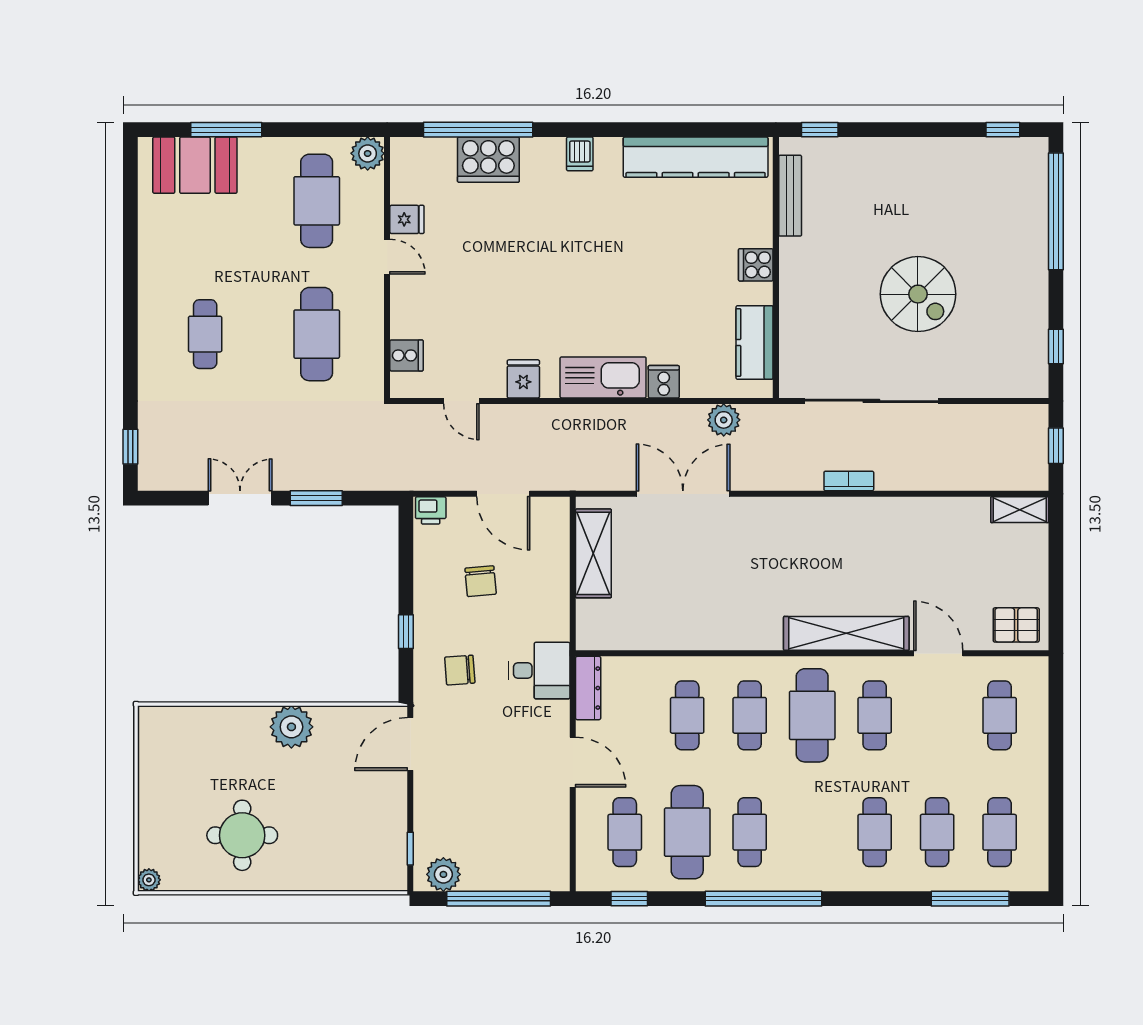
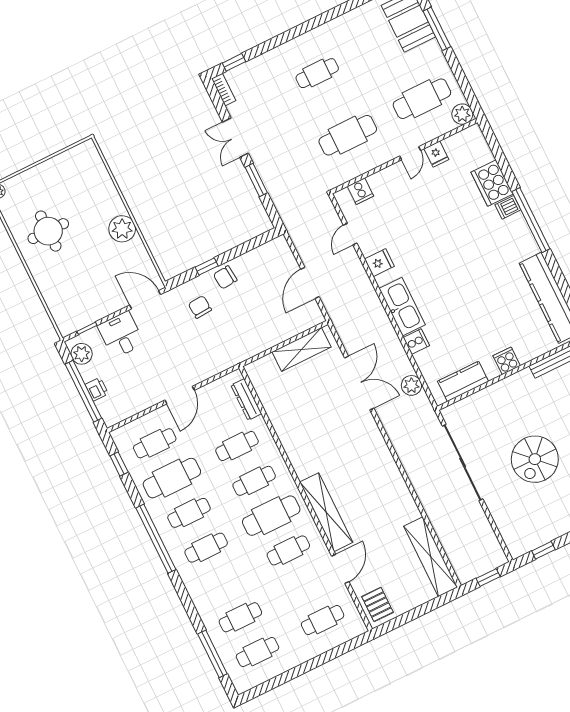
window: (478, 130) -> (531, 220), moved
dishwasher: (580, 154) -> (508, 207), moved
bookcase: (849, 481) -> (224, 90), moved
double door: (240, 498) -> (235, 138), swing flipped
printer: (431, 510) -> (97, 389), moved, turned 180
shelving: (1020, 510) -> (431, 557), width x2.20, depth x1.33
chair: (481, 581) -> (225, 277), moved
desk: (539, 671) -> (121, 335), moved, turned 180
dresser: (588, 688) -> (246, 399), moved, turned 90
cafe table: (875, 832) -> (206, 548), moved

